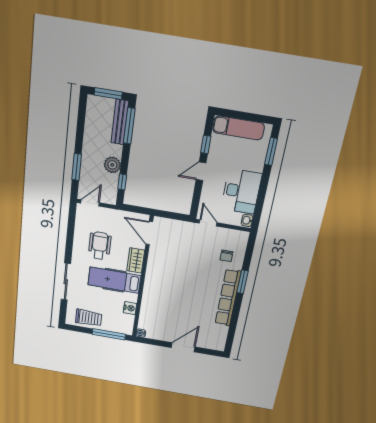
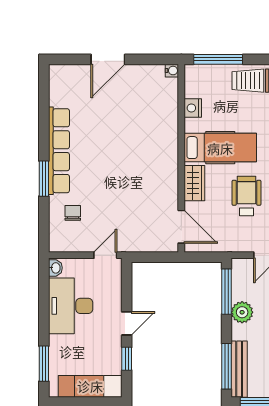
window: (122, 182) -> (227, 292), width x2.17
door: (208, 223) -> (105, 255), swing flipped
wheelchair: (100, 246) -> (246, 196), turned 180

